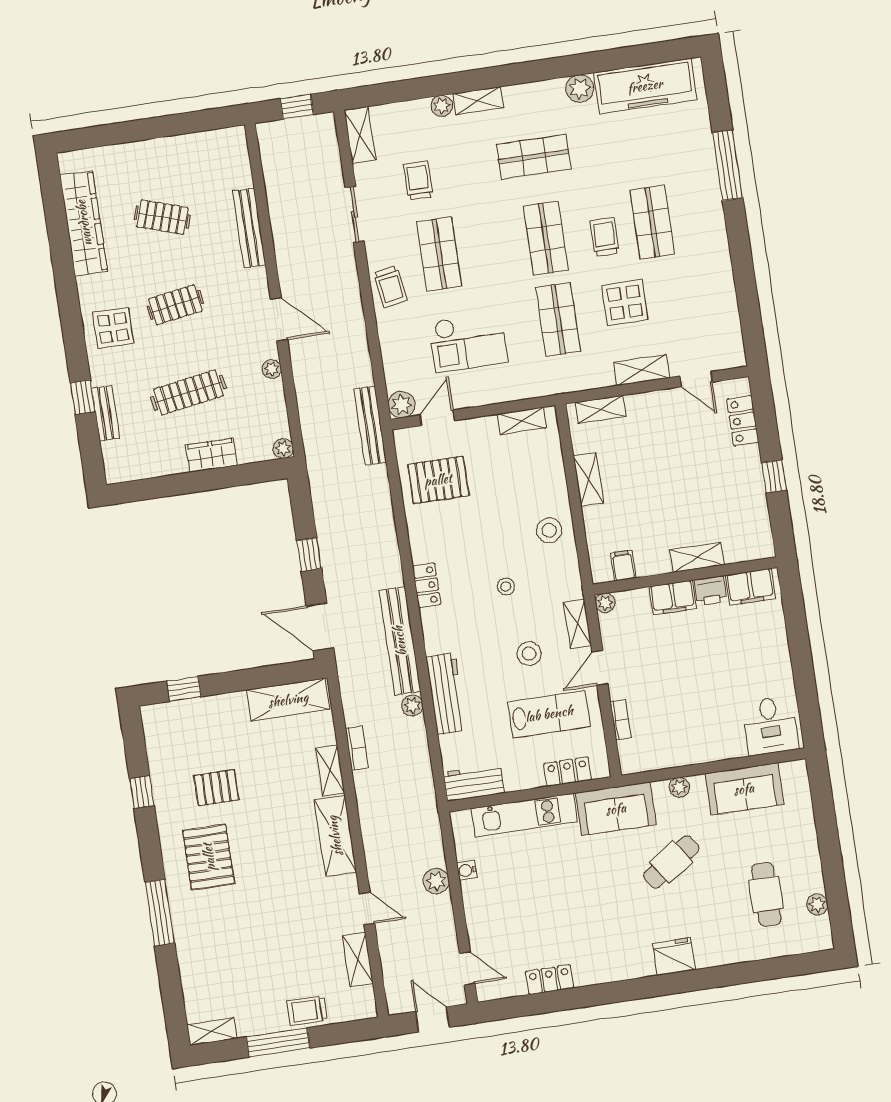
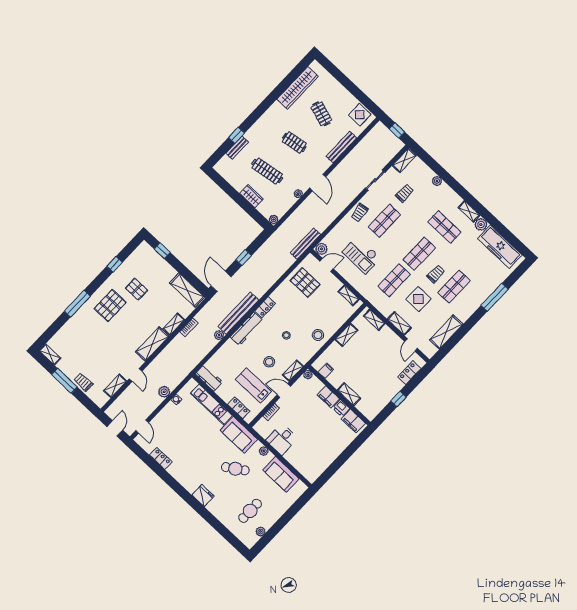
shelving: (478, 101) -> (469, 211), moved
shelving: (722, 299) -> (446, 332), added
display table: (113, 328) -> (360, 115), moved
workbench: (446, 693) -> (247, 329), moved
lab bench: (549, 714) -> (253, 385), turned 180
desk: (770, 726) -> (282, 439), moved

